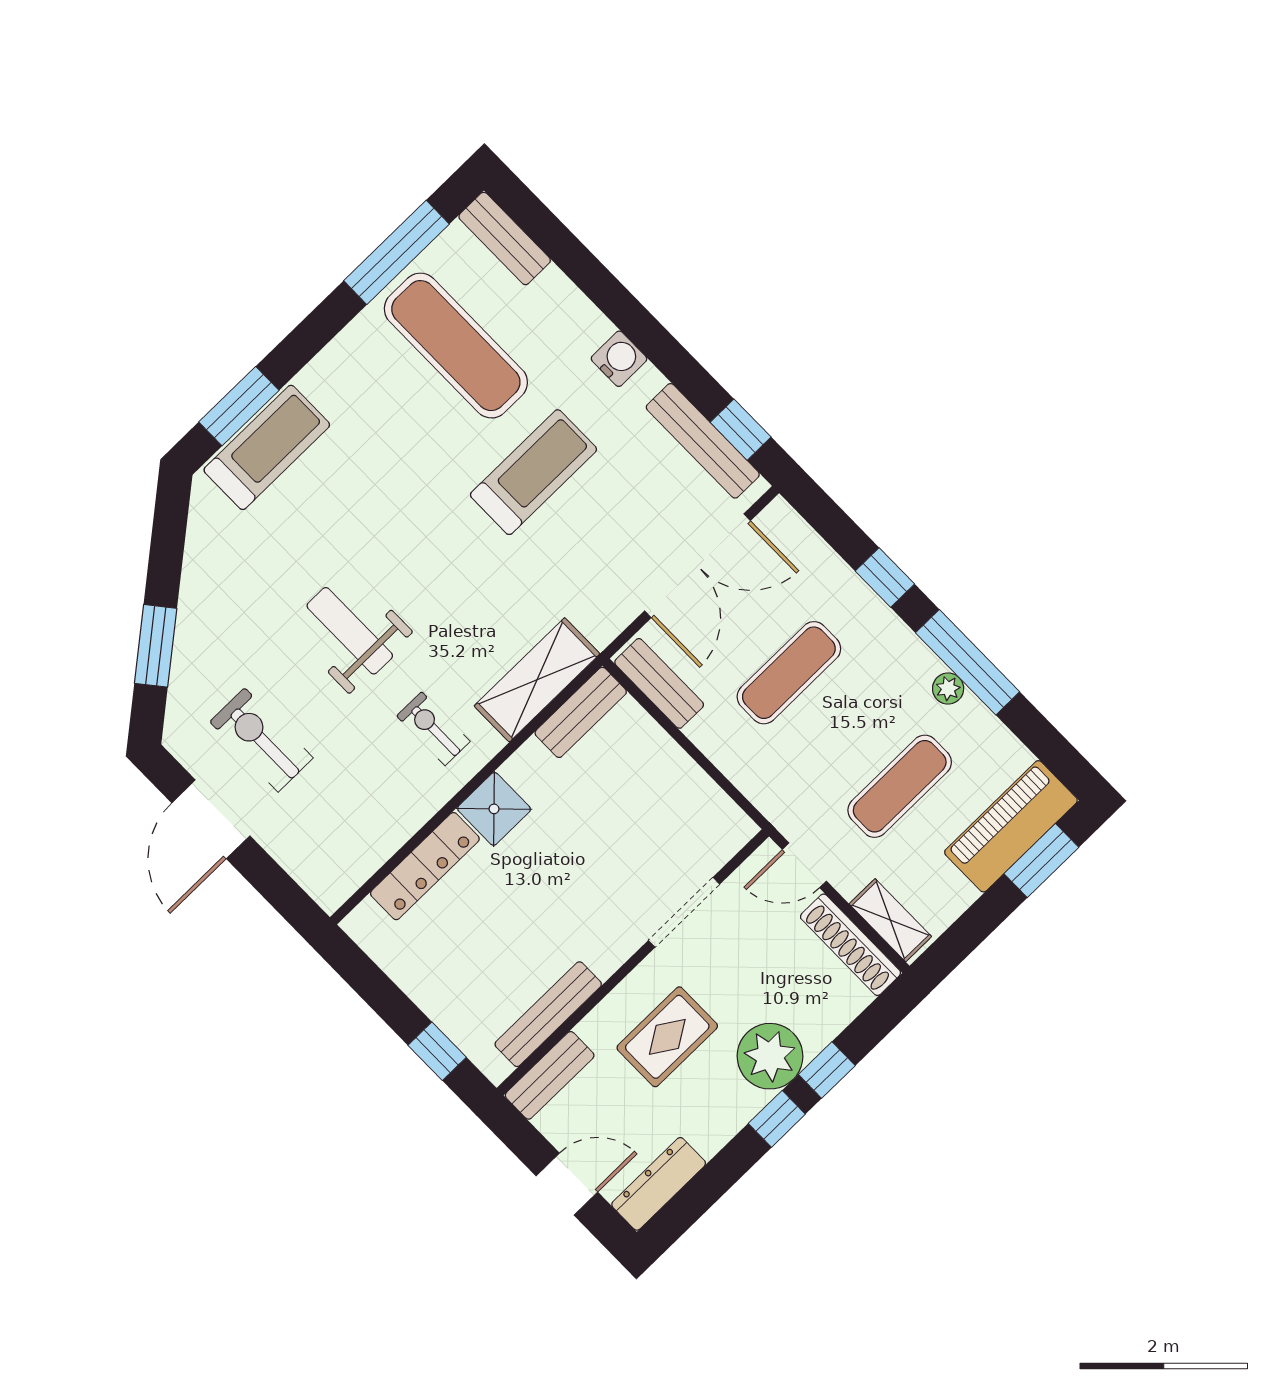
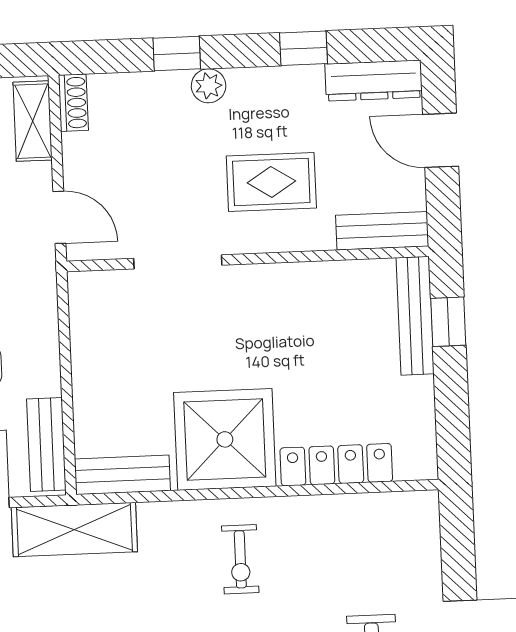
shelving: (537, 680) -> (74, 530), moved
shower: (494, 809) -> (225, 439), width x1.86, depth x1.86
shoe rack: (851, 945) -> (73, 103), width x0.51, depth x0.81
bench: (548, 1014) -> (415, 316), moved, turned 90
plant: (770, 1056) -> (209, 86), width x0.53, depth x0.53
window: (777, 1119) -> (303, 48), moved

